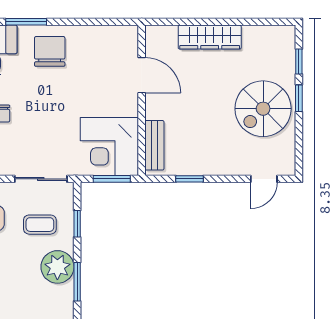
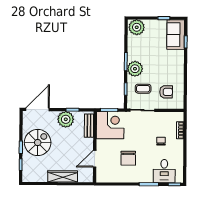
chair: (50, 51) -> (128, 158), moved
door: (142, 75) -> (95, 159), hinge flipped
plant: (204, 158) -> (66, 119), added
door: (264, 179) -> (38, 109), width x1.87

